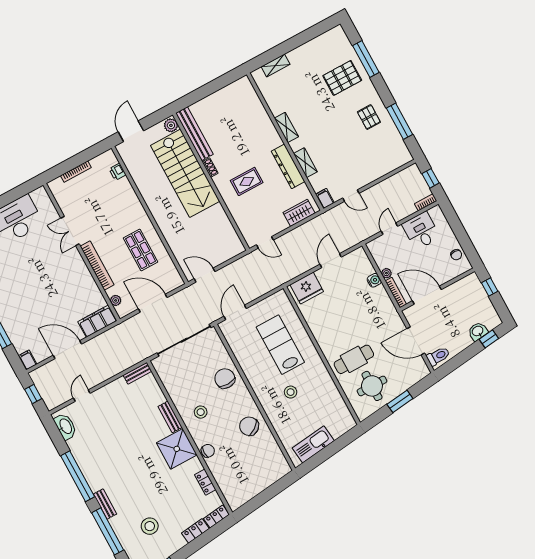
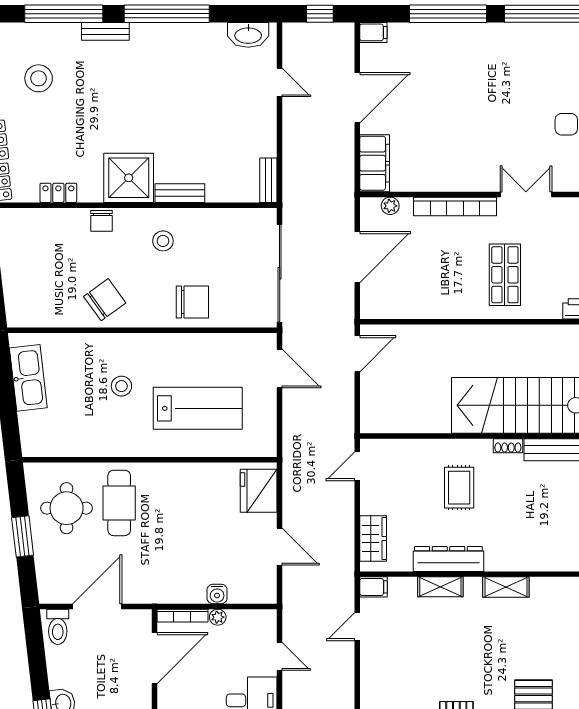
shop shelf: (141, 250) -> (505, 275), moved, turned 90

